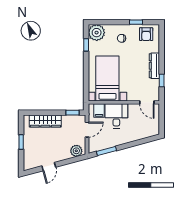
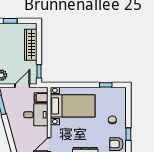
plant: (97, 33) -> (118, 95), removed
door: (87, 130) -> (22, 86), swing flipped

